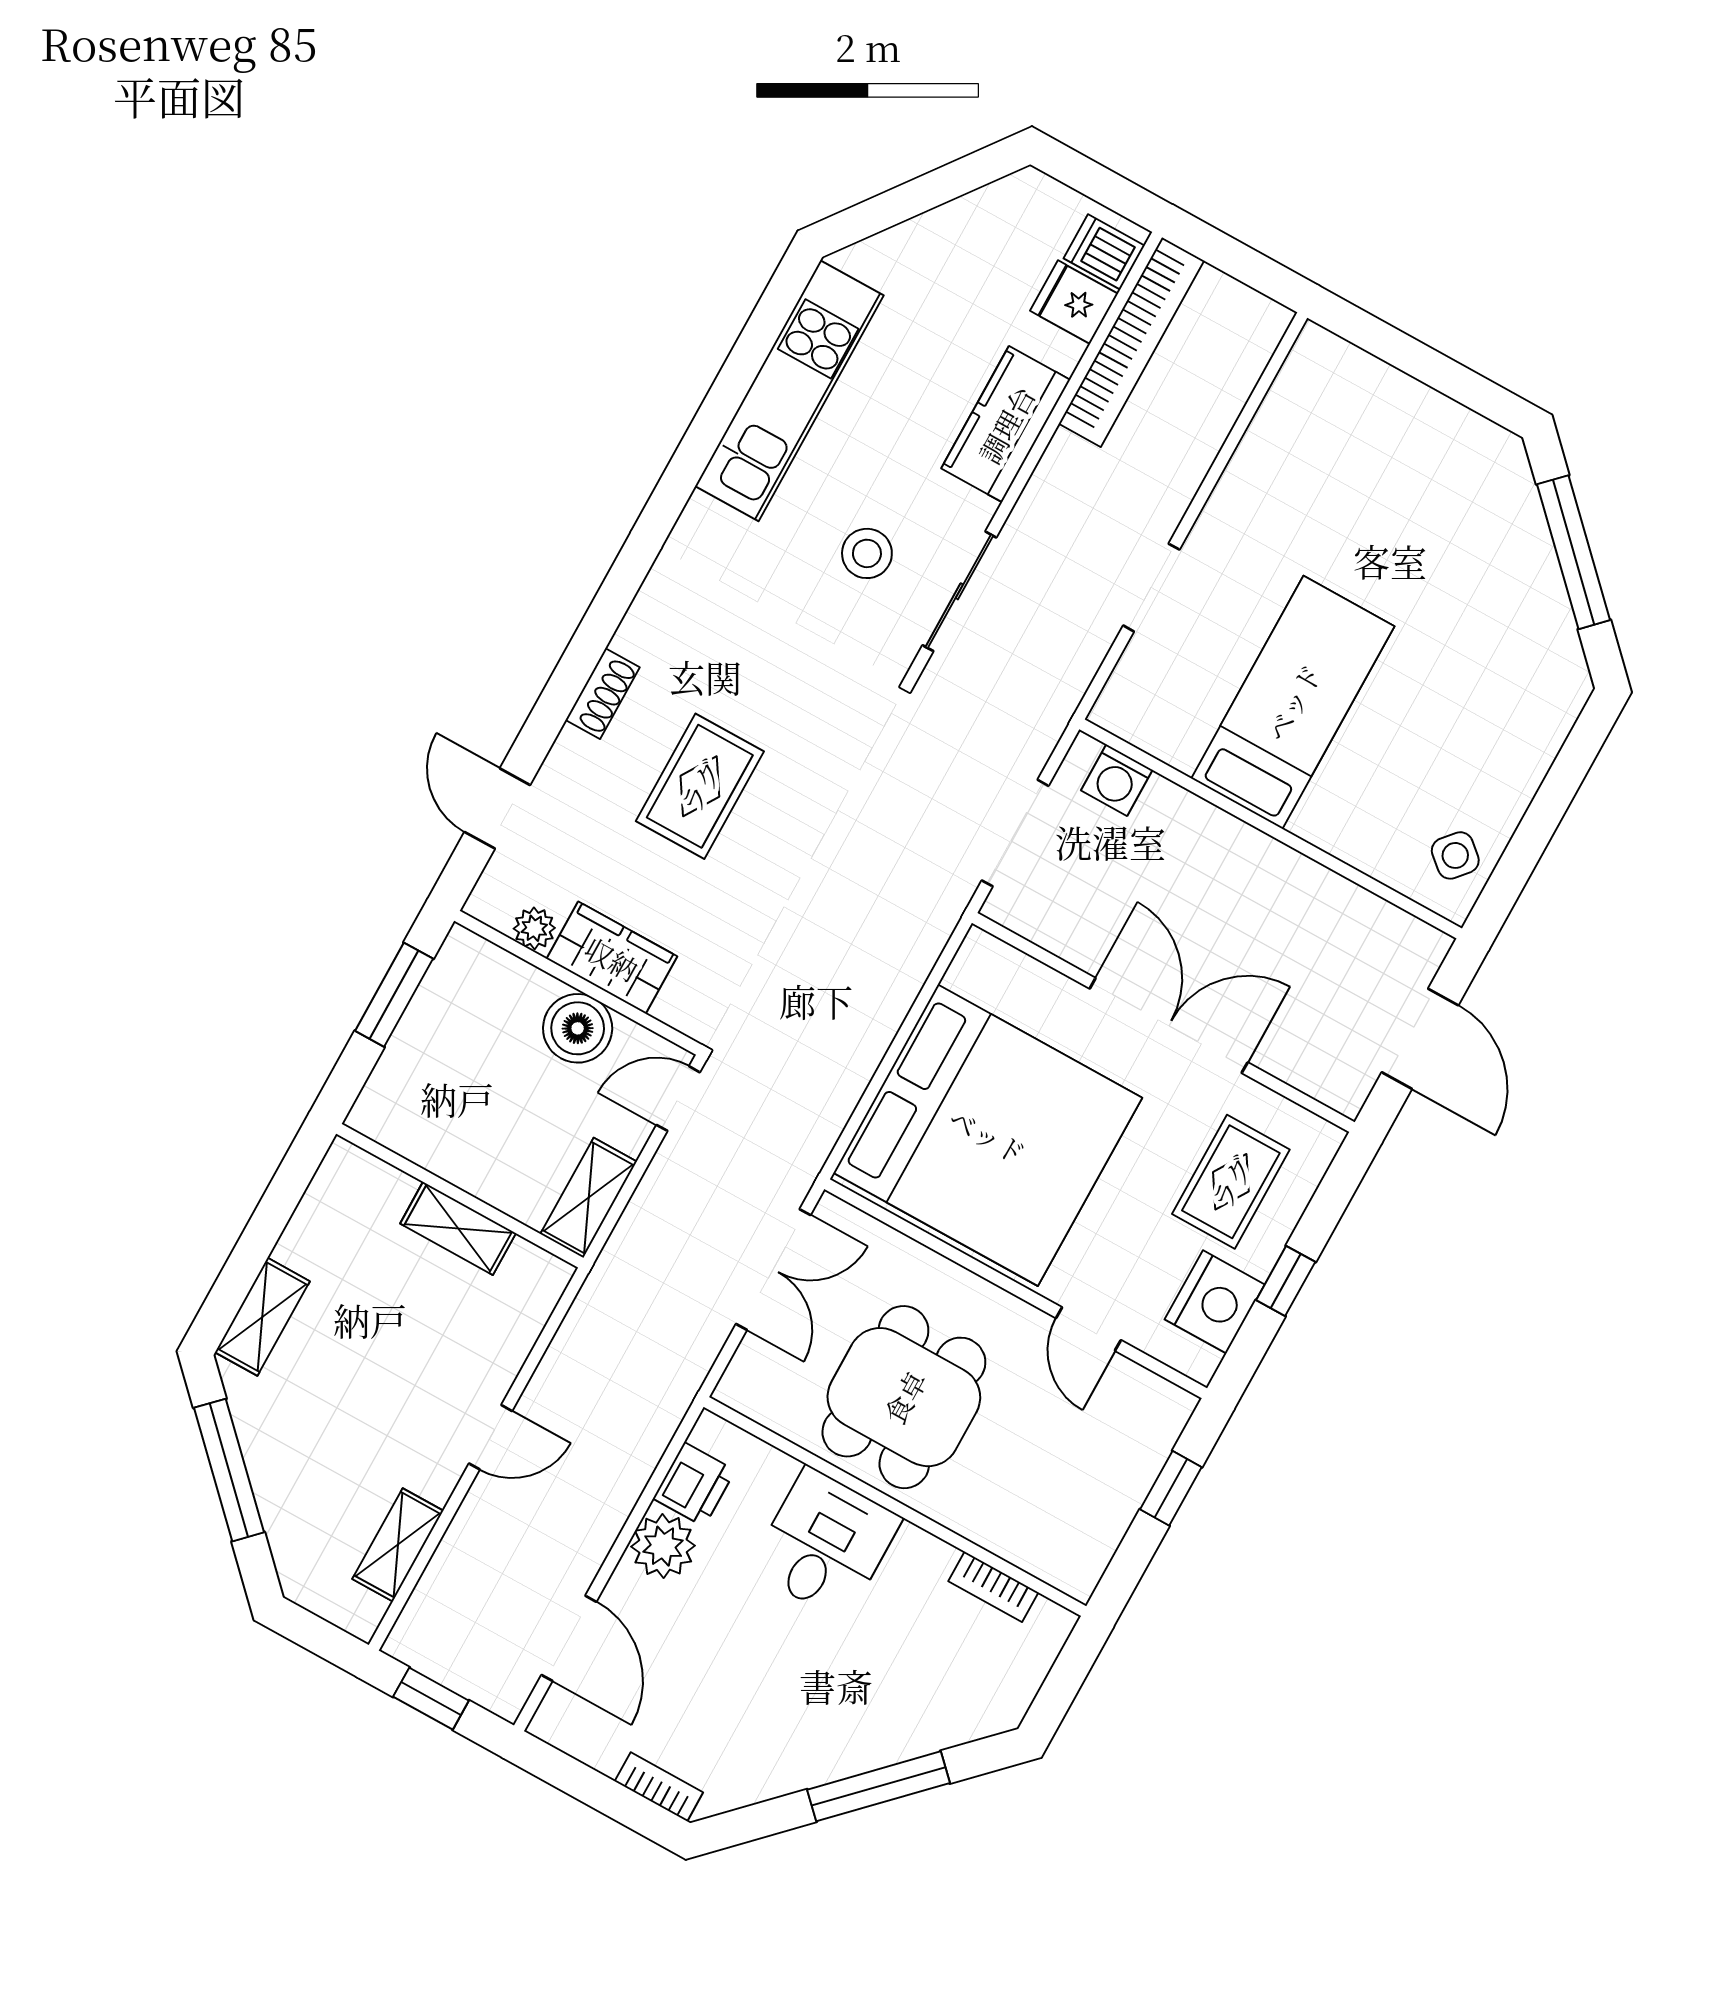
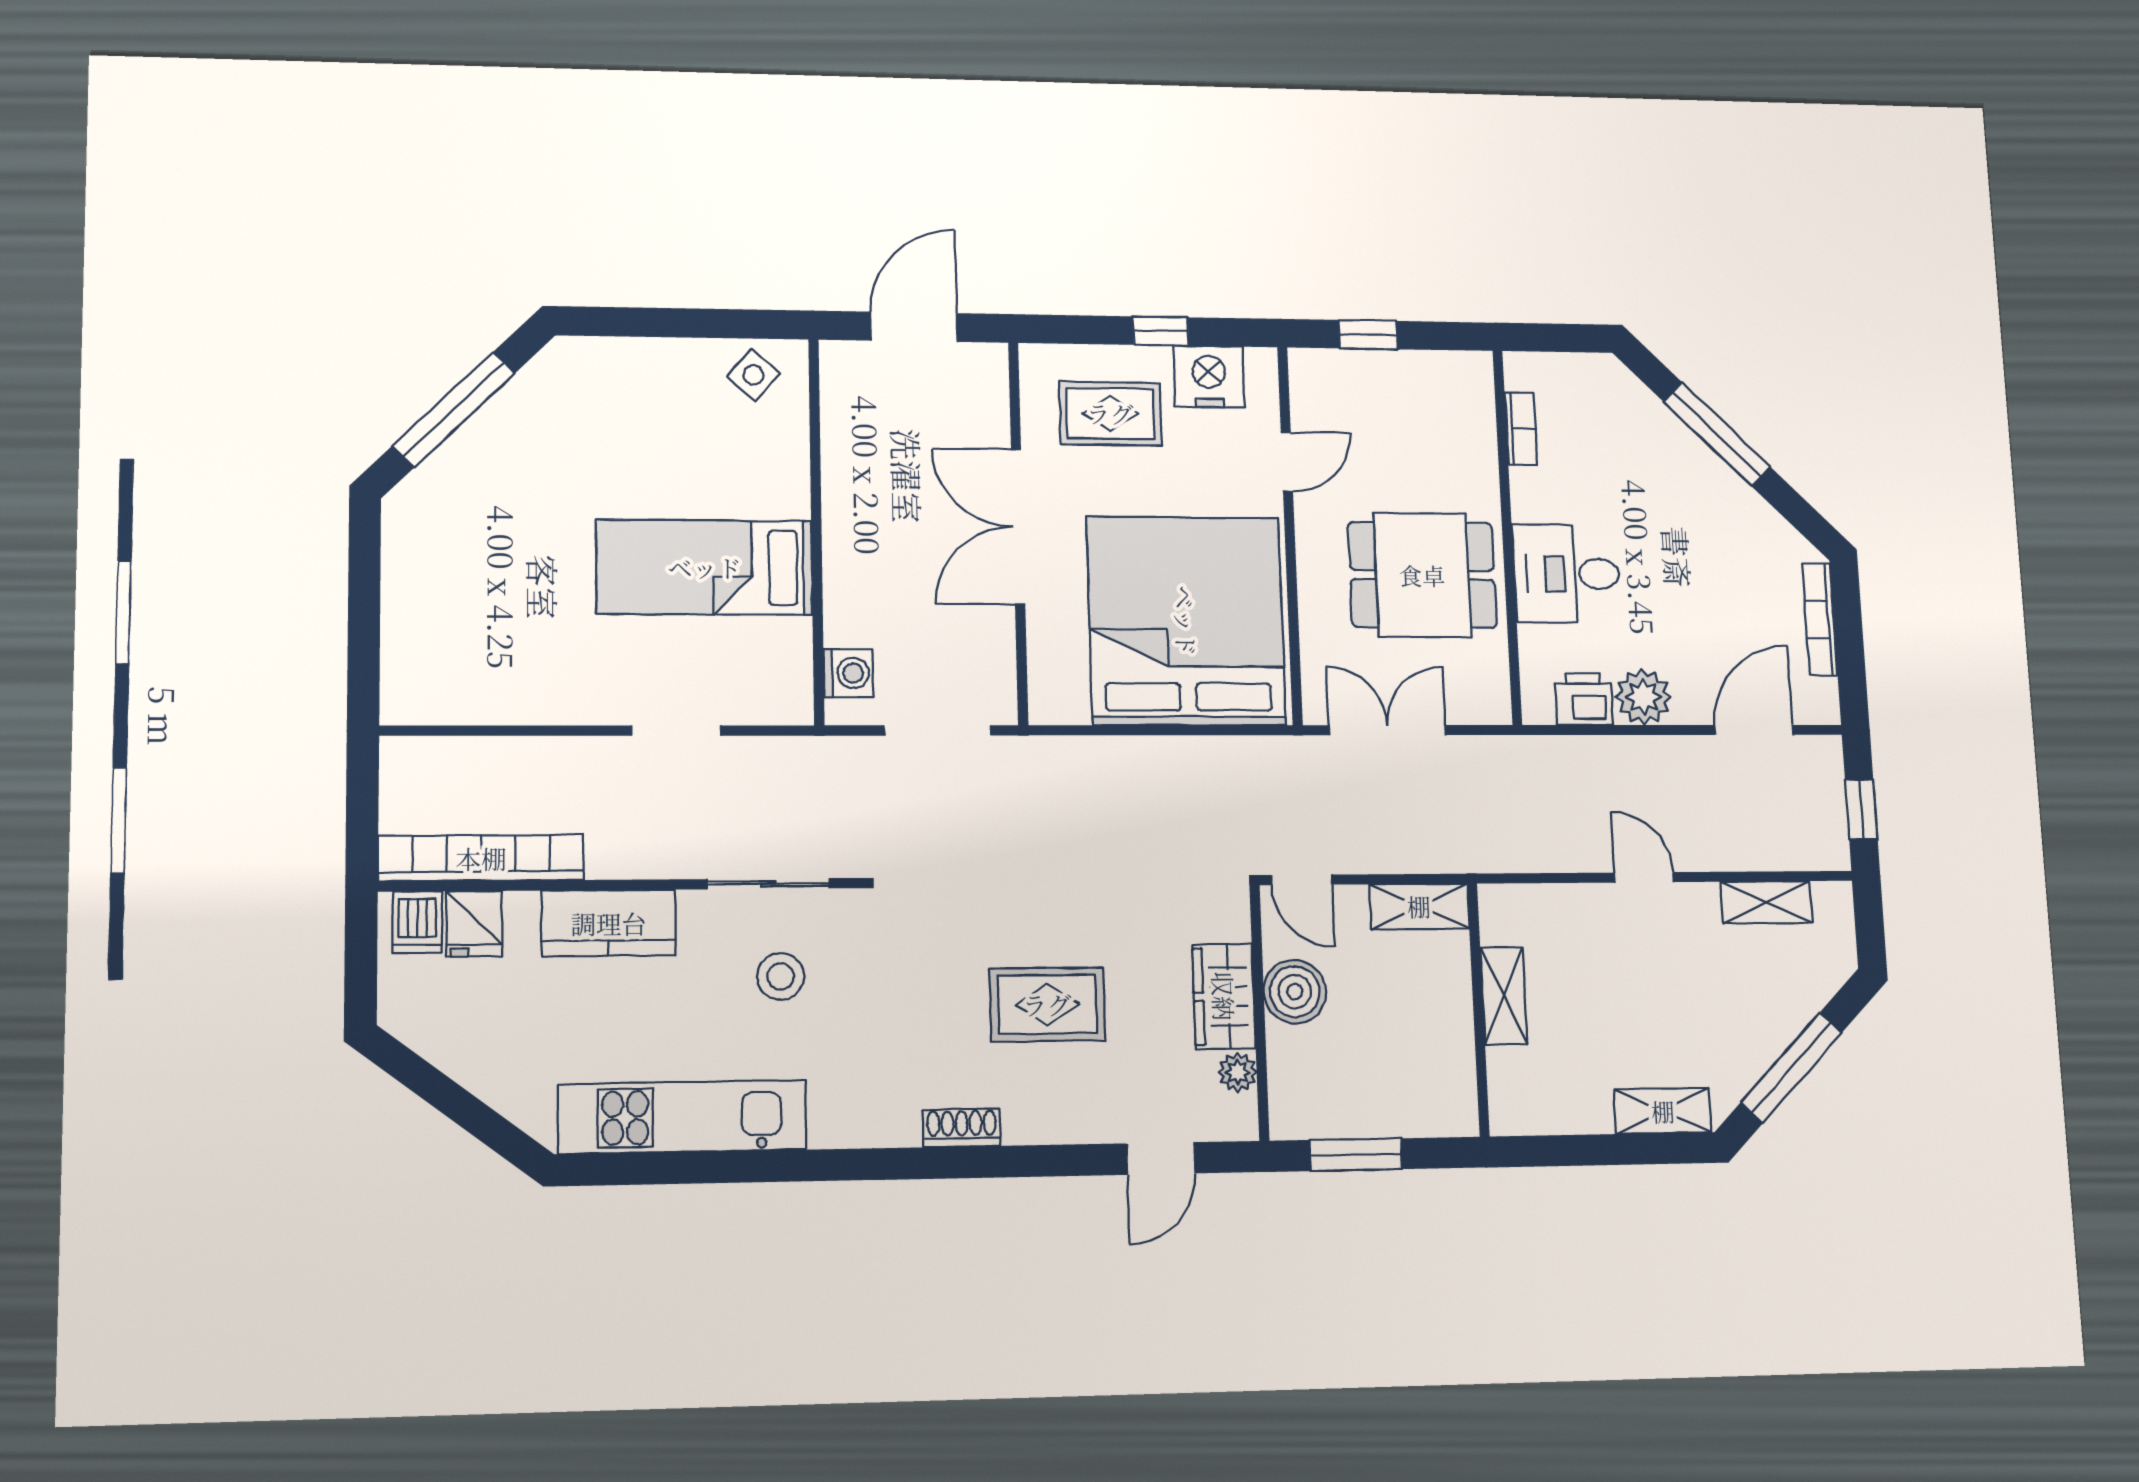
shoe rack: (603, 694) -> (962, 1128), moved
bookcase: (659, 1787) -> (1820, 619), width x1.56

